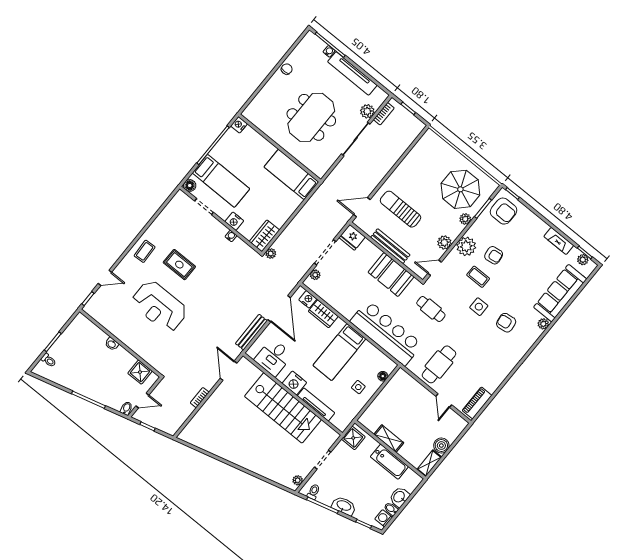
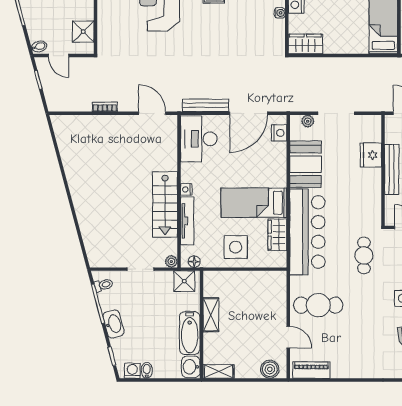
fridge: (352, 237) -> (371, 155), moved
plant: (271, 253) -> (294, 63), removed
booth: (391, 275) -> (306, 164), moved
wardrobe: (323, 314) -> (277, 235), moved
desk: (274, 357) -> (199, 139), width x1.37
door: (229, 371) -> (152, 113), hinge flipped
floor lamp: (383, 376) -> (194, 262), moved
nightstand: (294, 383) -> (186, 189), width x0.53, depth x0.56
side table: (358, 387) -> (236, 247), width x1.87, depth x1.87
door: (444, 400) -> (288, 337), swing flipped
stairs: (283, 408) -> (165, 204), width x0.73, depth x0.66
boiler: (441, 446) -> (270, 369), moved
plant: (298, 480) -> (171, 261), moved
washbasin: (399, 497) -> (191, 367), moved, turned -90

